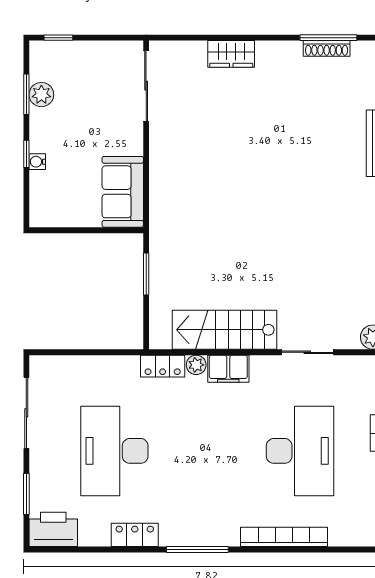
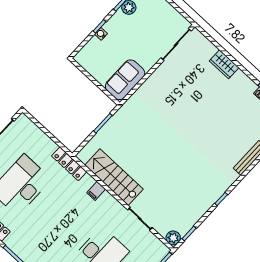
plant: (196, 365) -> (88, 181), removed
locker: (163, 366) -> (69, 164), width x1.53
filing cabinet: (228, 369) -> (96, 191), width x0.50

